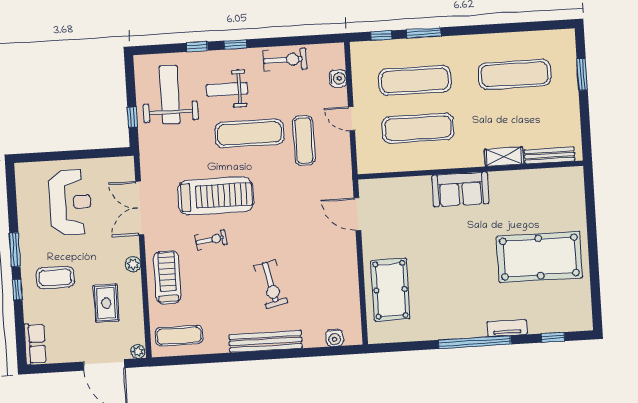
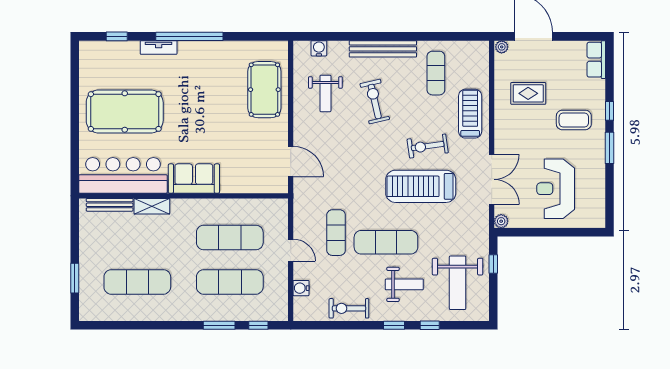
bar counter: (537, 188) -> (123, 175), added
exercise bike: (211, 240) -> (428, 146), width x1.38, depth x1.39
plant: (133, 264) -> (501, 221), moved
treadmill: (167, 277) -> (470, 114), turned 180
weight bench: (324, 290) -> (325, 93), added
rug: (106, 303) -> (528, 93), turned 90
exercise mat: (179, 336) -> (436, 73), moved, turned 90

